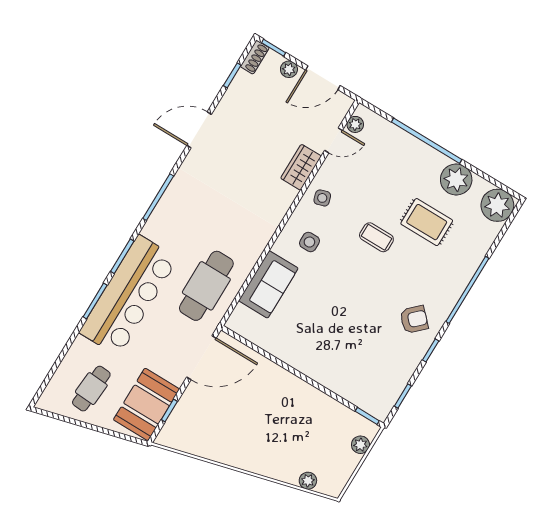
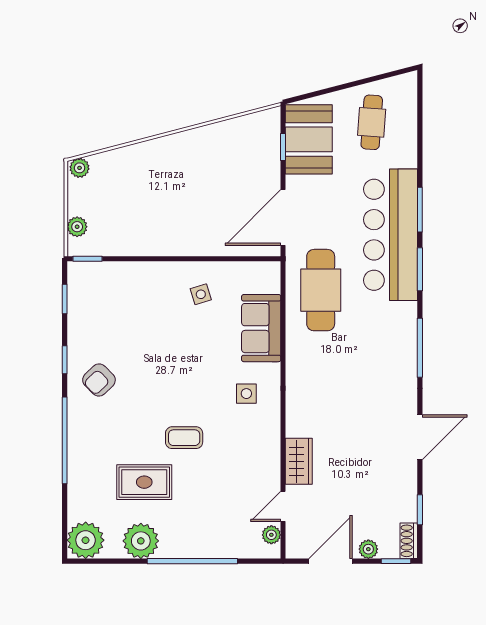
side table: (322, 198) -> (201, 294), moved
plant: (308, 481) -> (80, 168), moved

